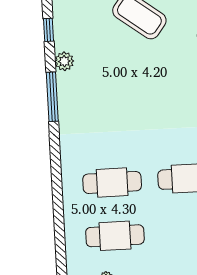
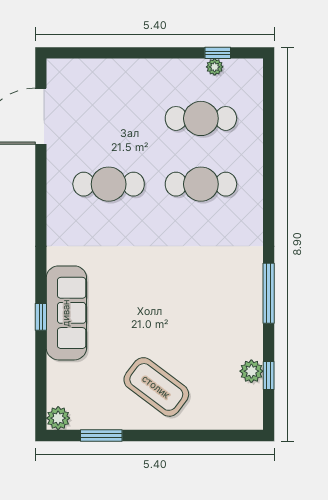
plant: (64, 61) -> (251, 371), moved

